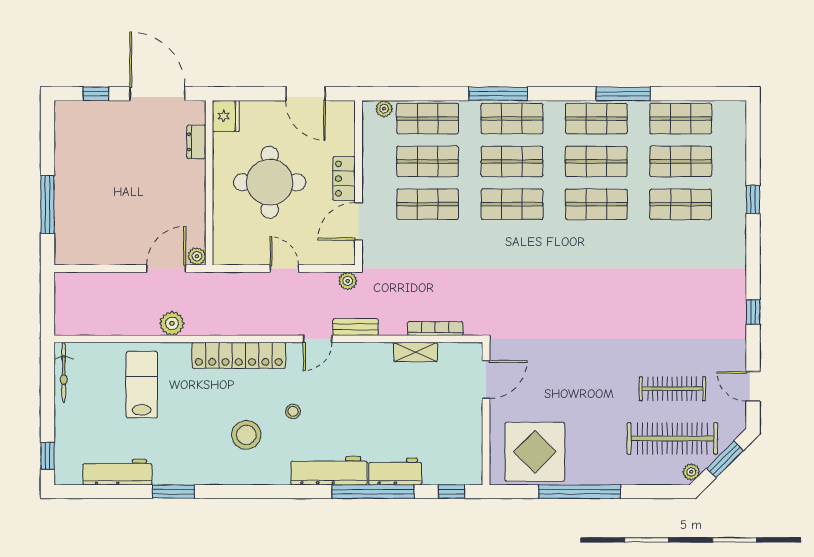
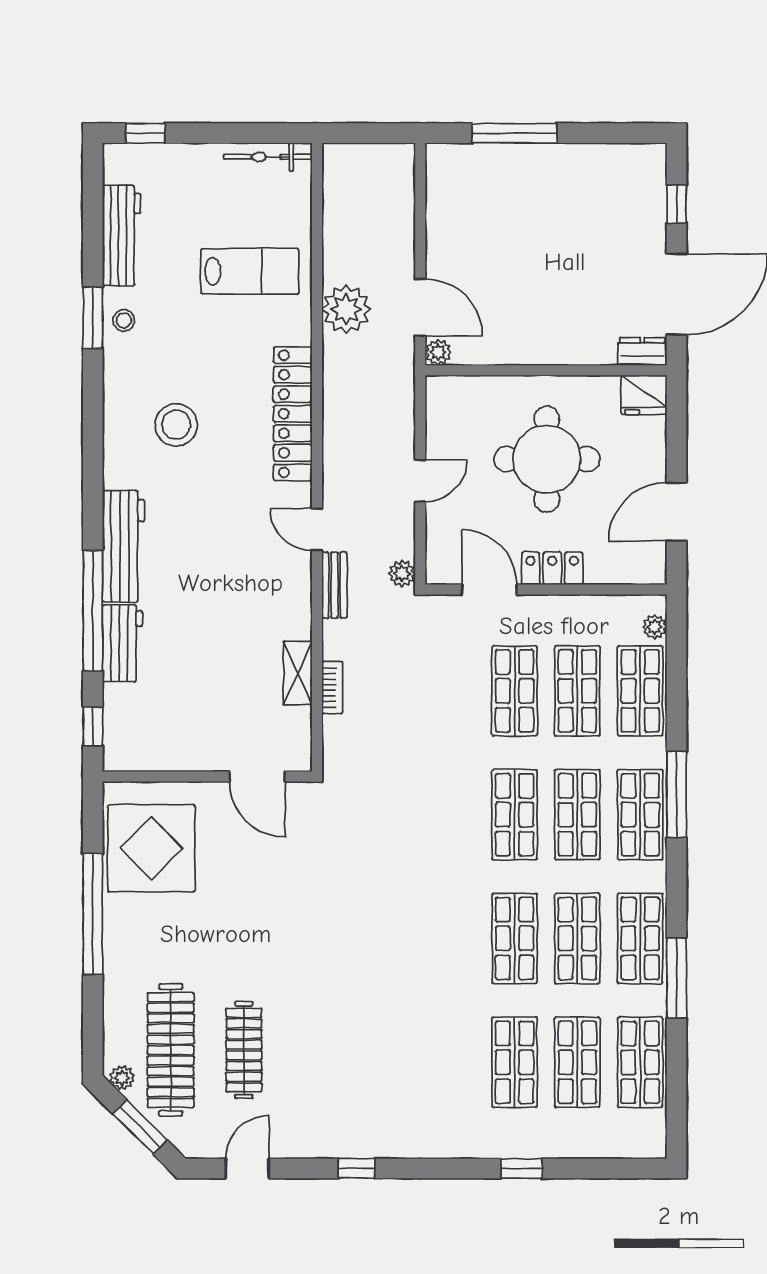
dresser: (196, 142) -> (642, 352), moved
plant: (172, 323) -> (346, 309), width x1.36, depth x1.36
bookcase: (435, 328) -> (332, 687), width x0.64
stool: (293, 411) -> (124, 320), moved

